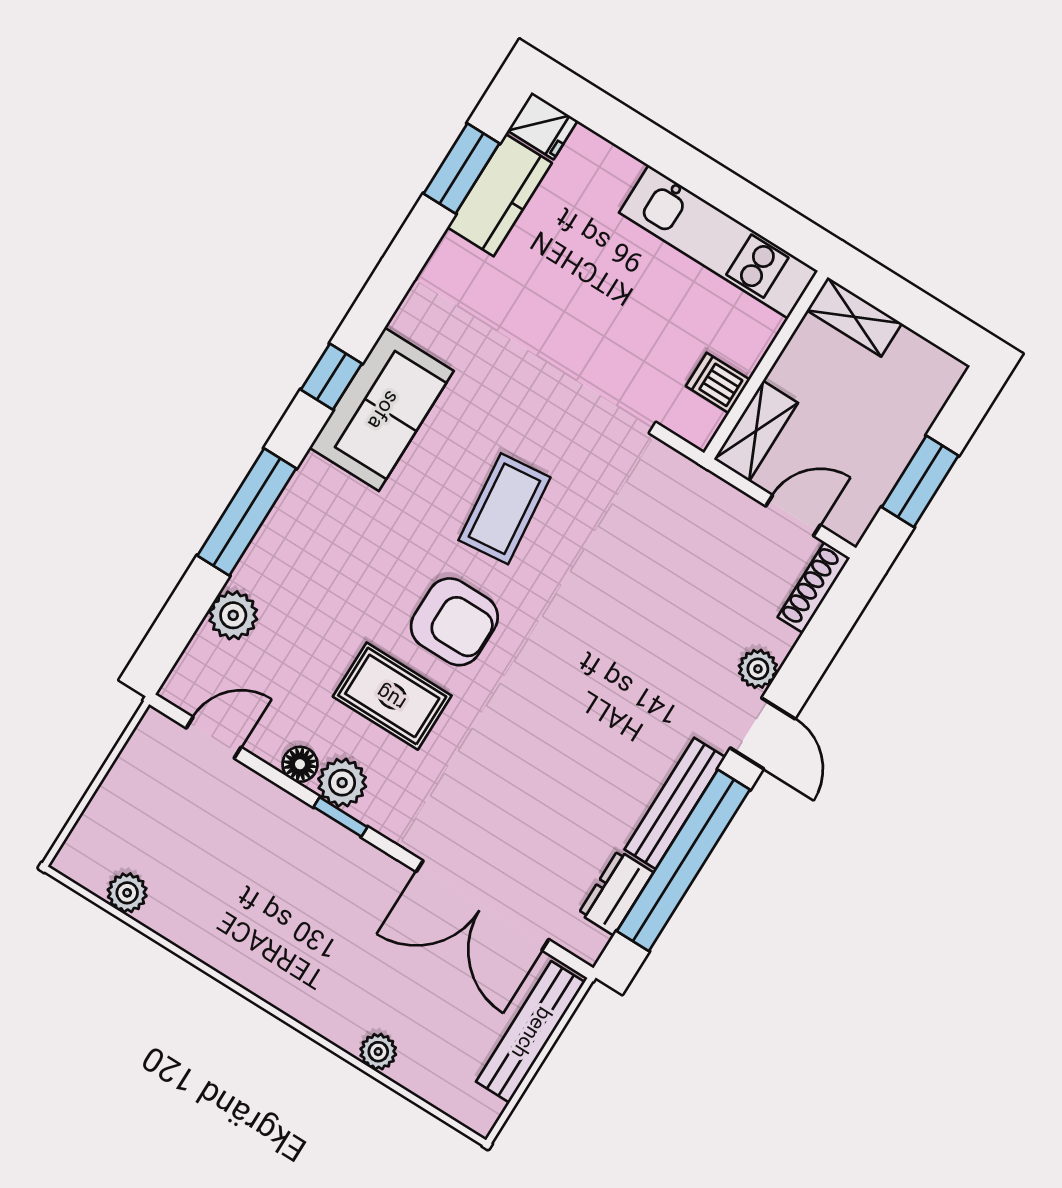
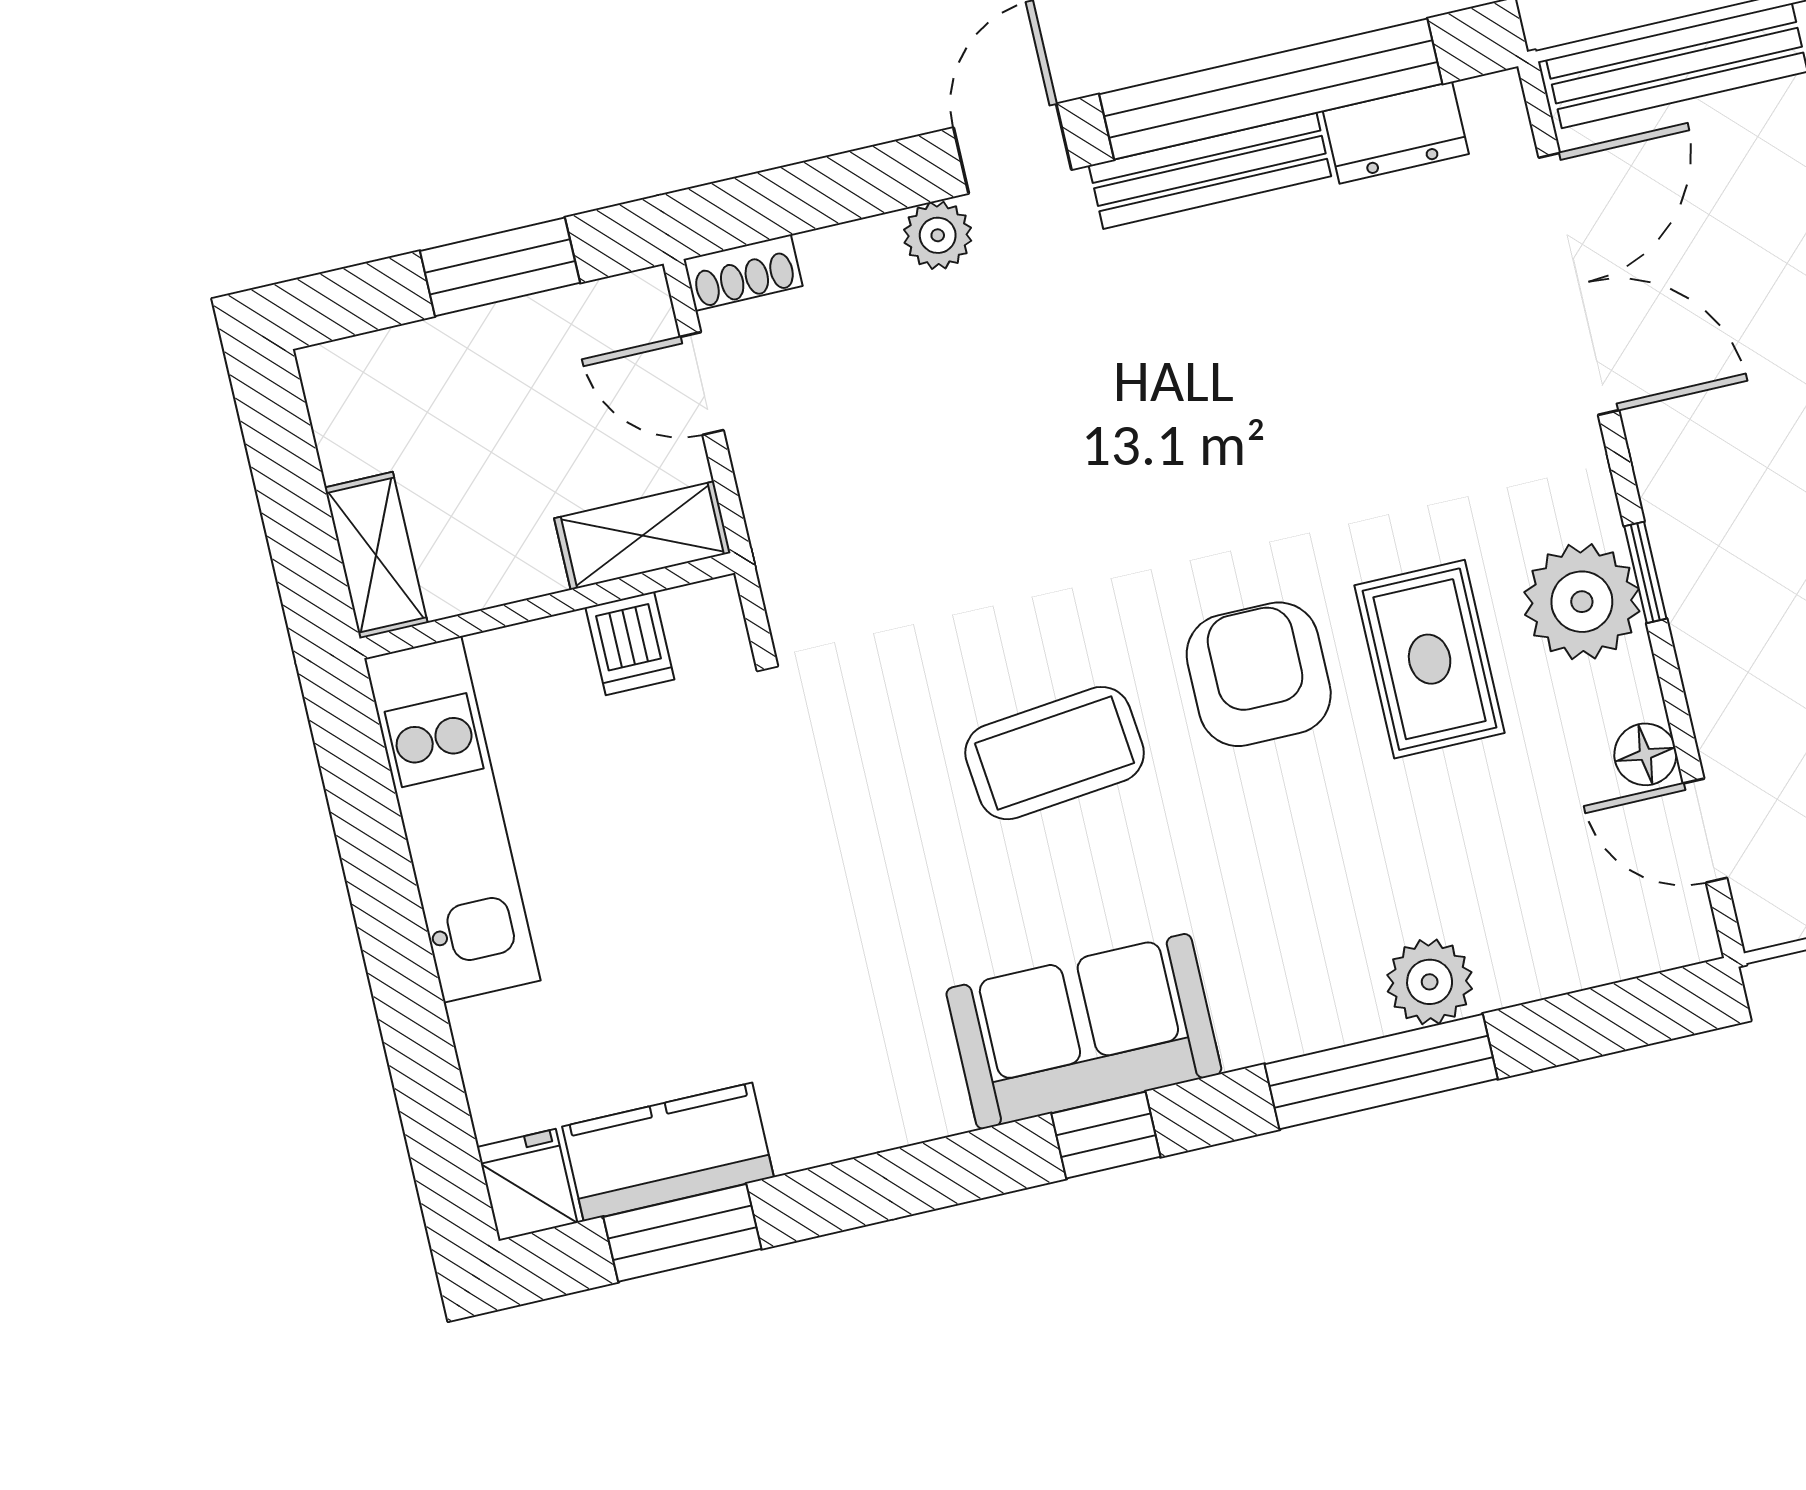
shoe rack: (814, 588) -> (743, 273), width x0.70
plant: (233, 615) -> (1430, 982), moved
floor lamp: (300, 764) -> (1645, 754), moved
plant: (342, 783) -> (1582, 602), width x1.36, depth x1.36

